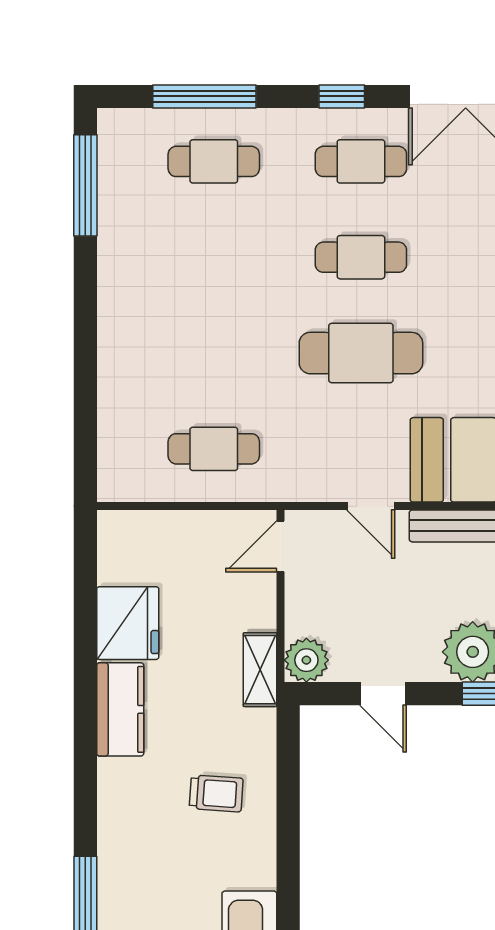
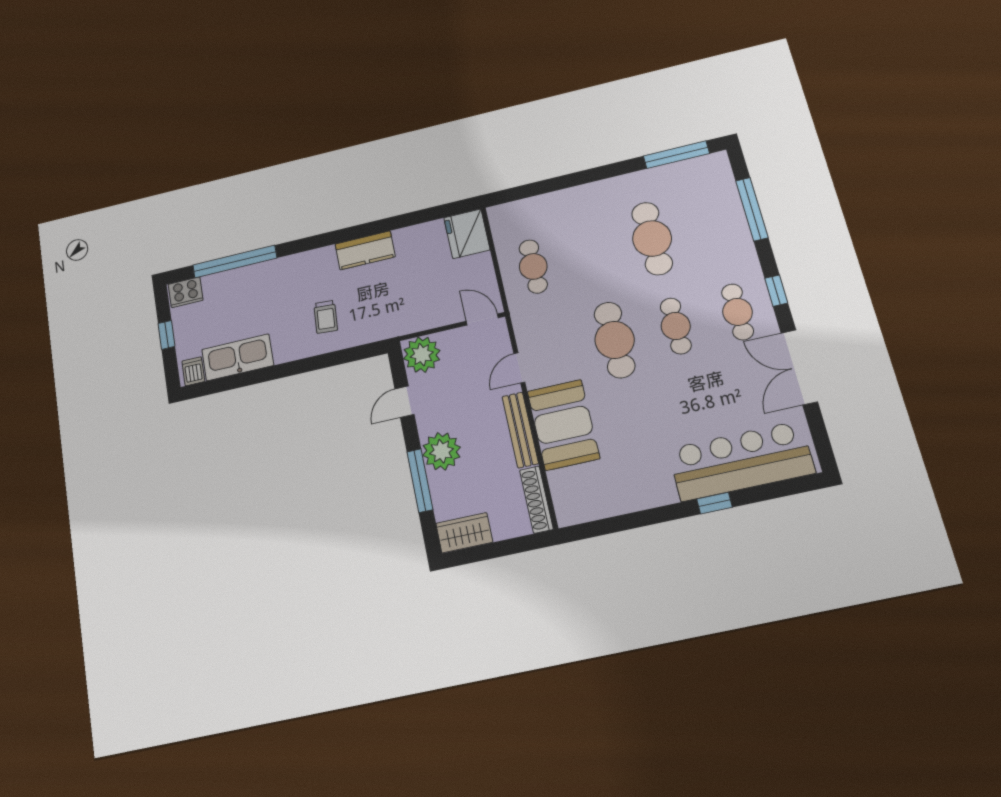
cafe table: (214, 161) -> (652, 238), moved, width x1.37, depth x1.35
fridge: (128, 623) -> (467, 234), moved, turned 90
plant: (306, 660) -> (422, 355), width x1.36, depth x1.36
shelving: (260, 670) -> (405, 325), removed

